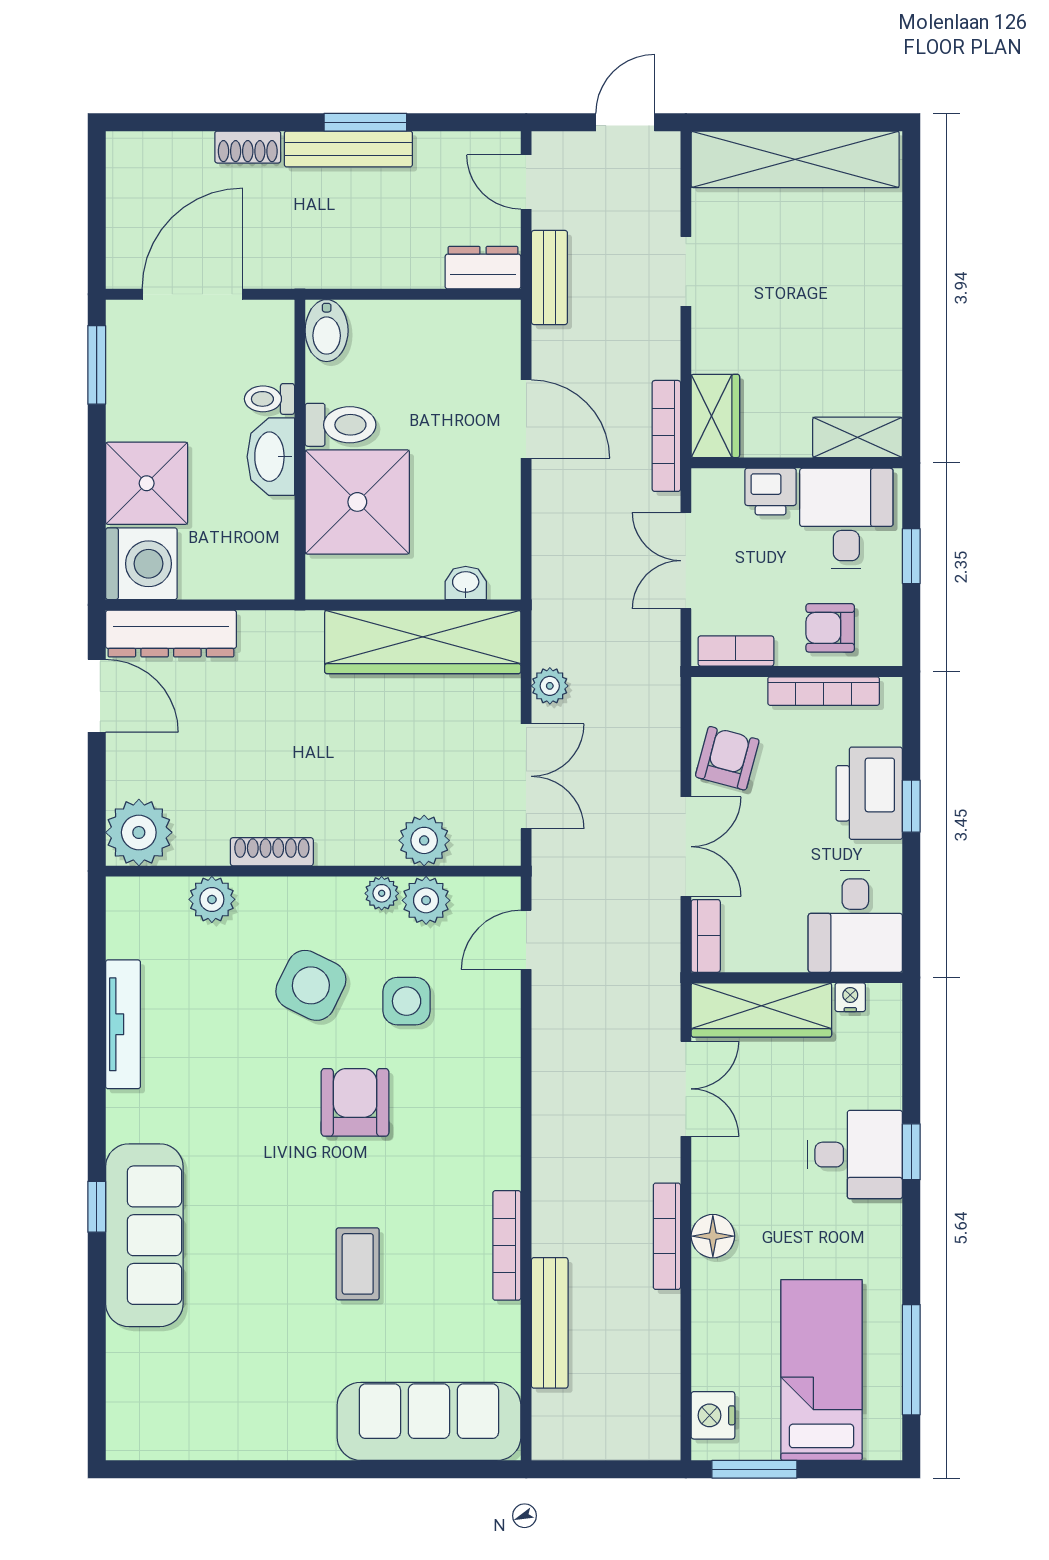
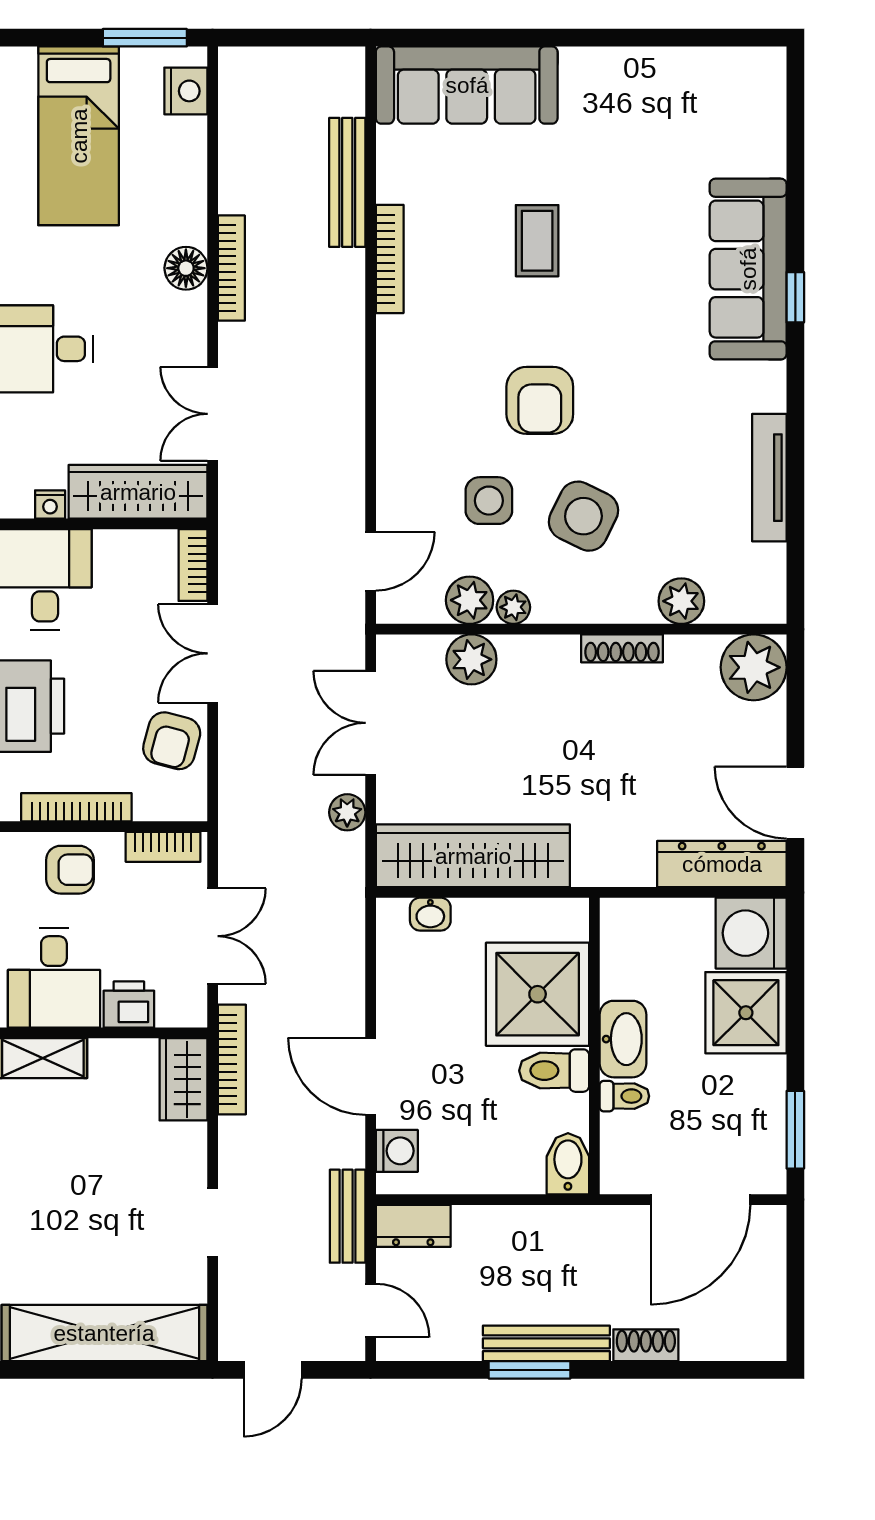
washing machine: (500, 344) -> (397, 1151), added

